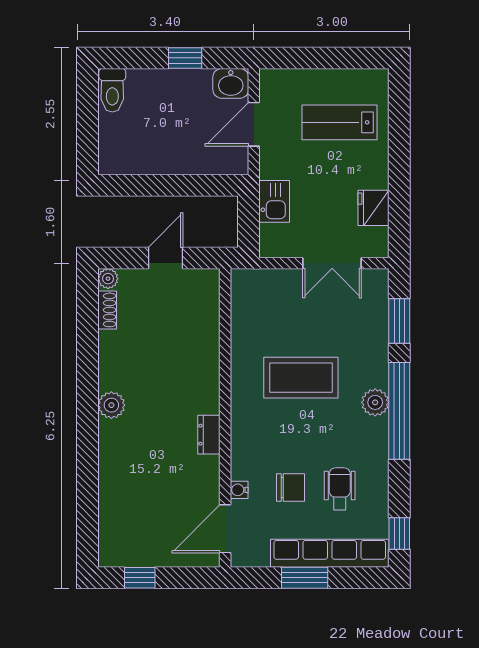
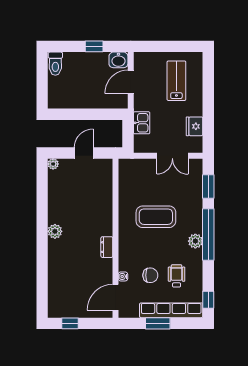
lab bench: (340, 122) -> (176, 81), turned 90
shoe rack: (107, 310) -> (53, 181), removed
plant: (375, 402) -> (195, 241), moved

